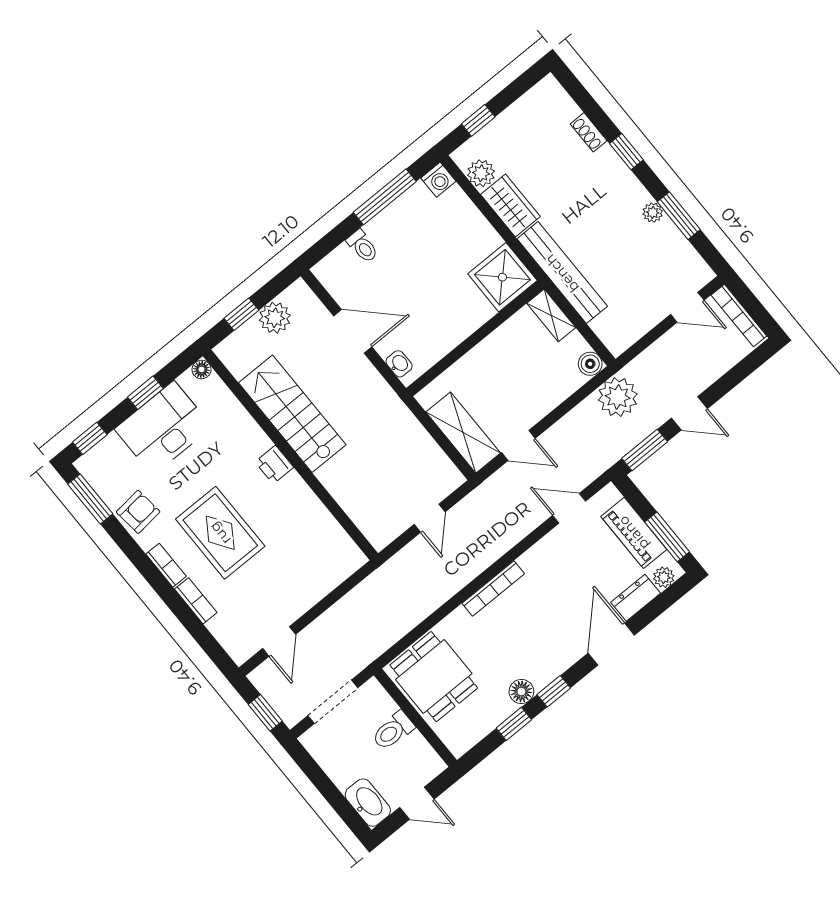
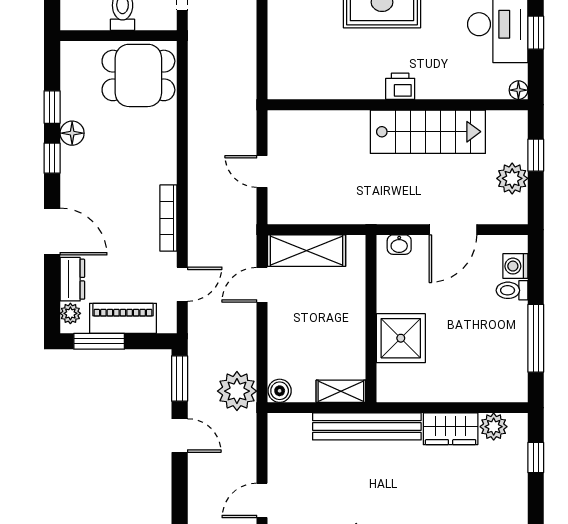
washing machine: (438, 180) -> (515, 266), moved
shower: (502, 277) -> (401, 338), moved
door: (689, 413) -> (180, 436), swing flipped
bookcase: (493, 588) -> (168, 218), moved

